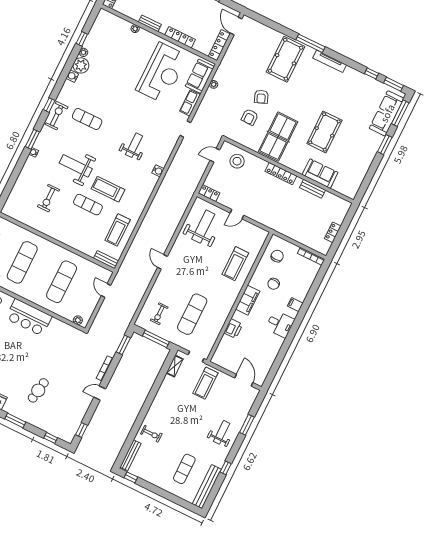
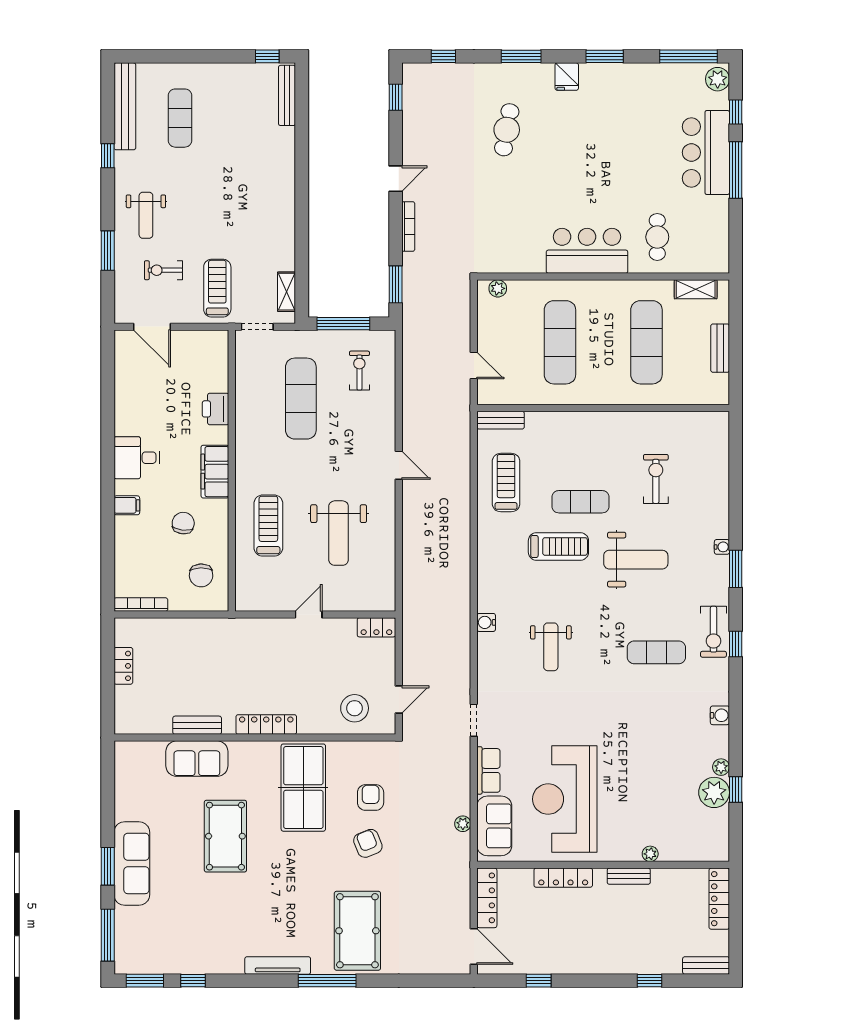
plant: (81, 65) -> (714, 792), moved
sofa: (387, 113) -> (132, 863), moved
weight bench: (203, 227) -> (339, 533), moved
exercise bike: (151, 434) -> (163, 270), moved

